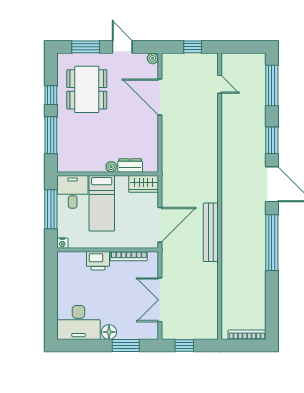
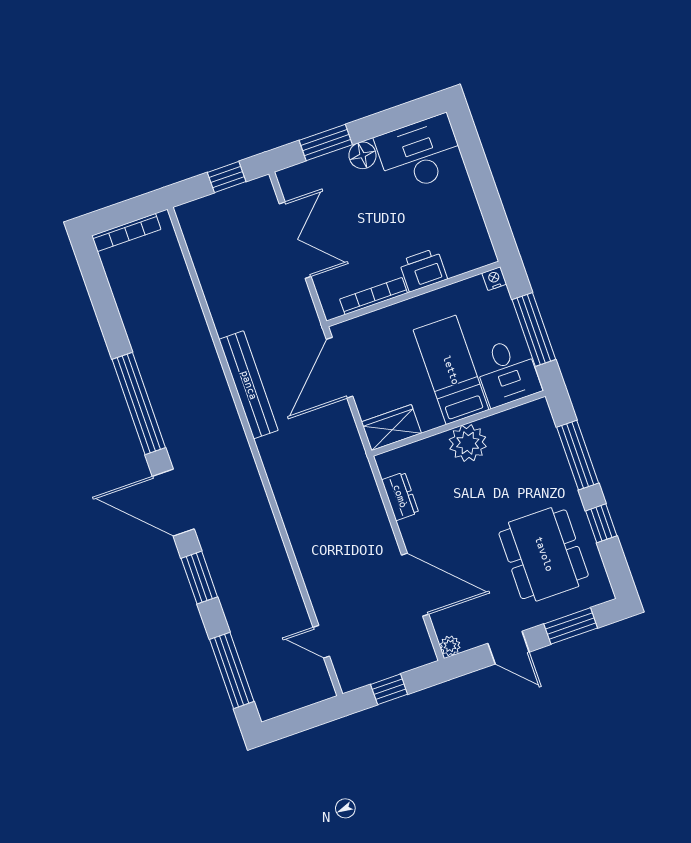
dresser: (130, 165) -> (400, 496), moved, turned -90
plant: (111, 167) -> (468, 443), width x1.87, depth x1.87

